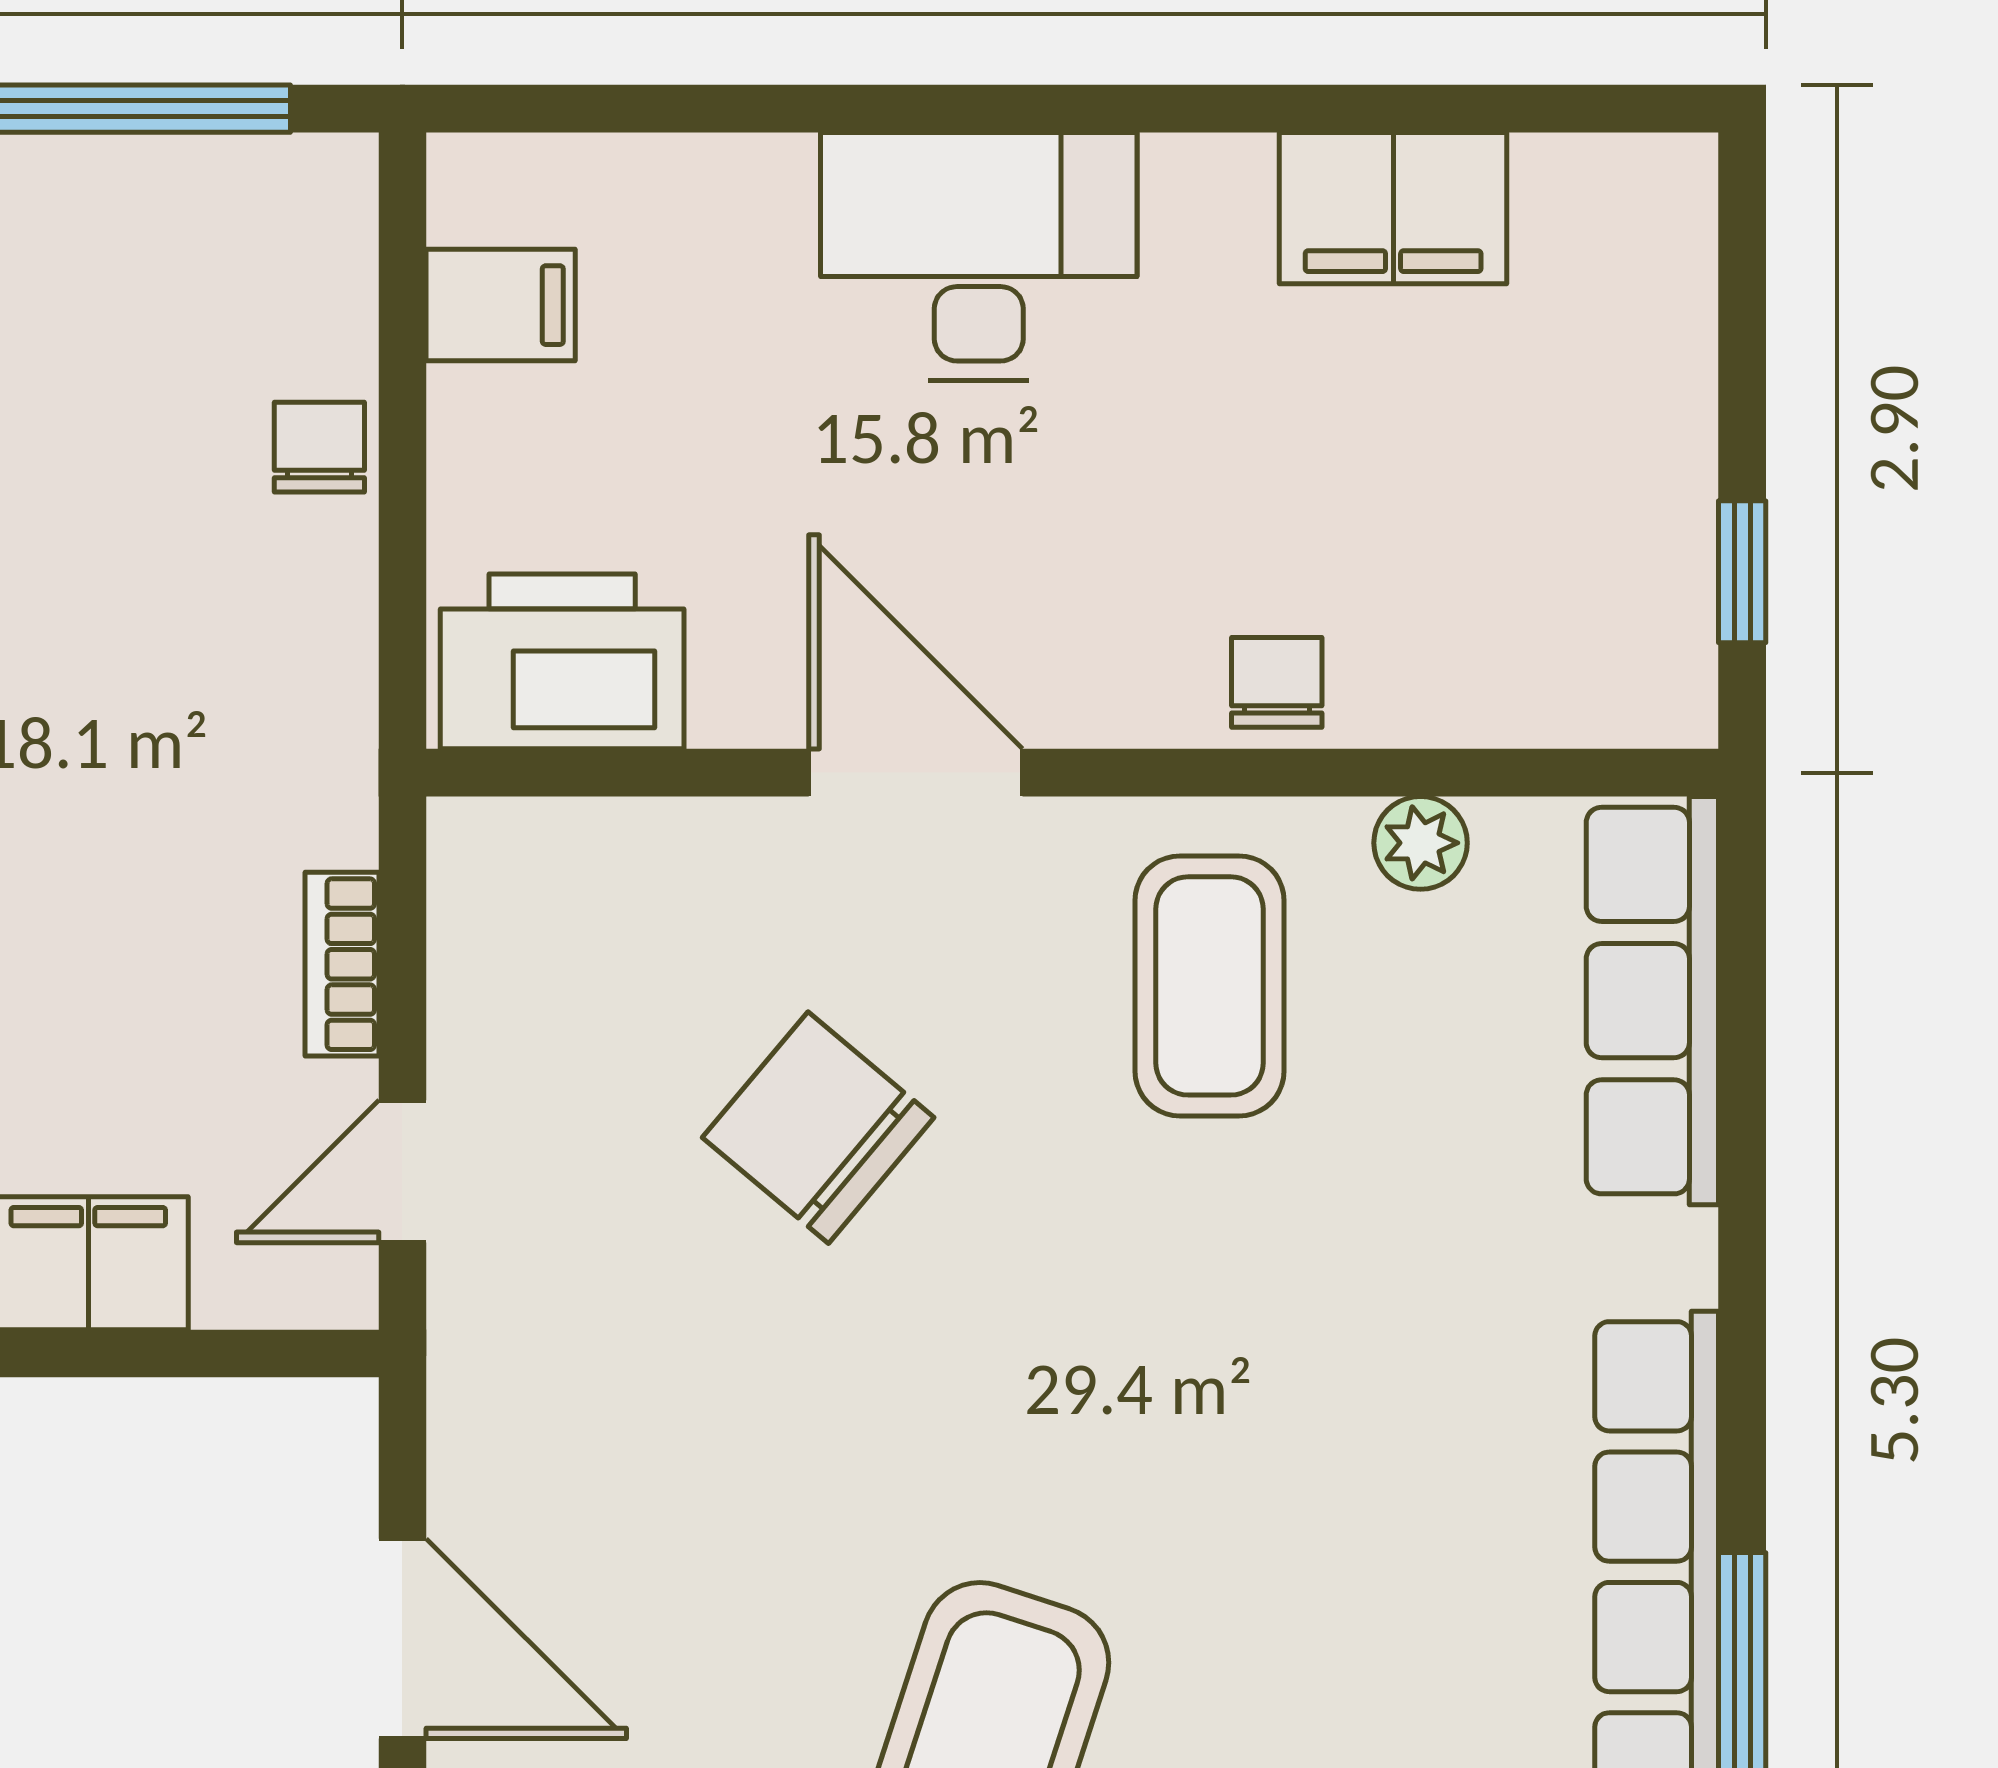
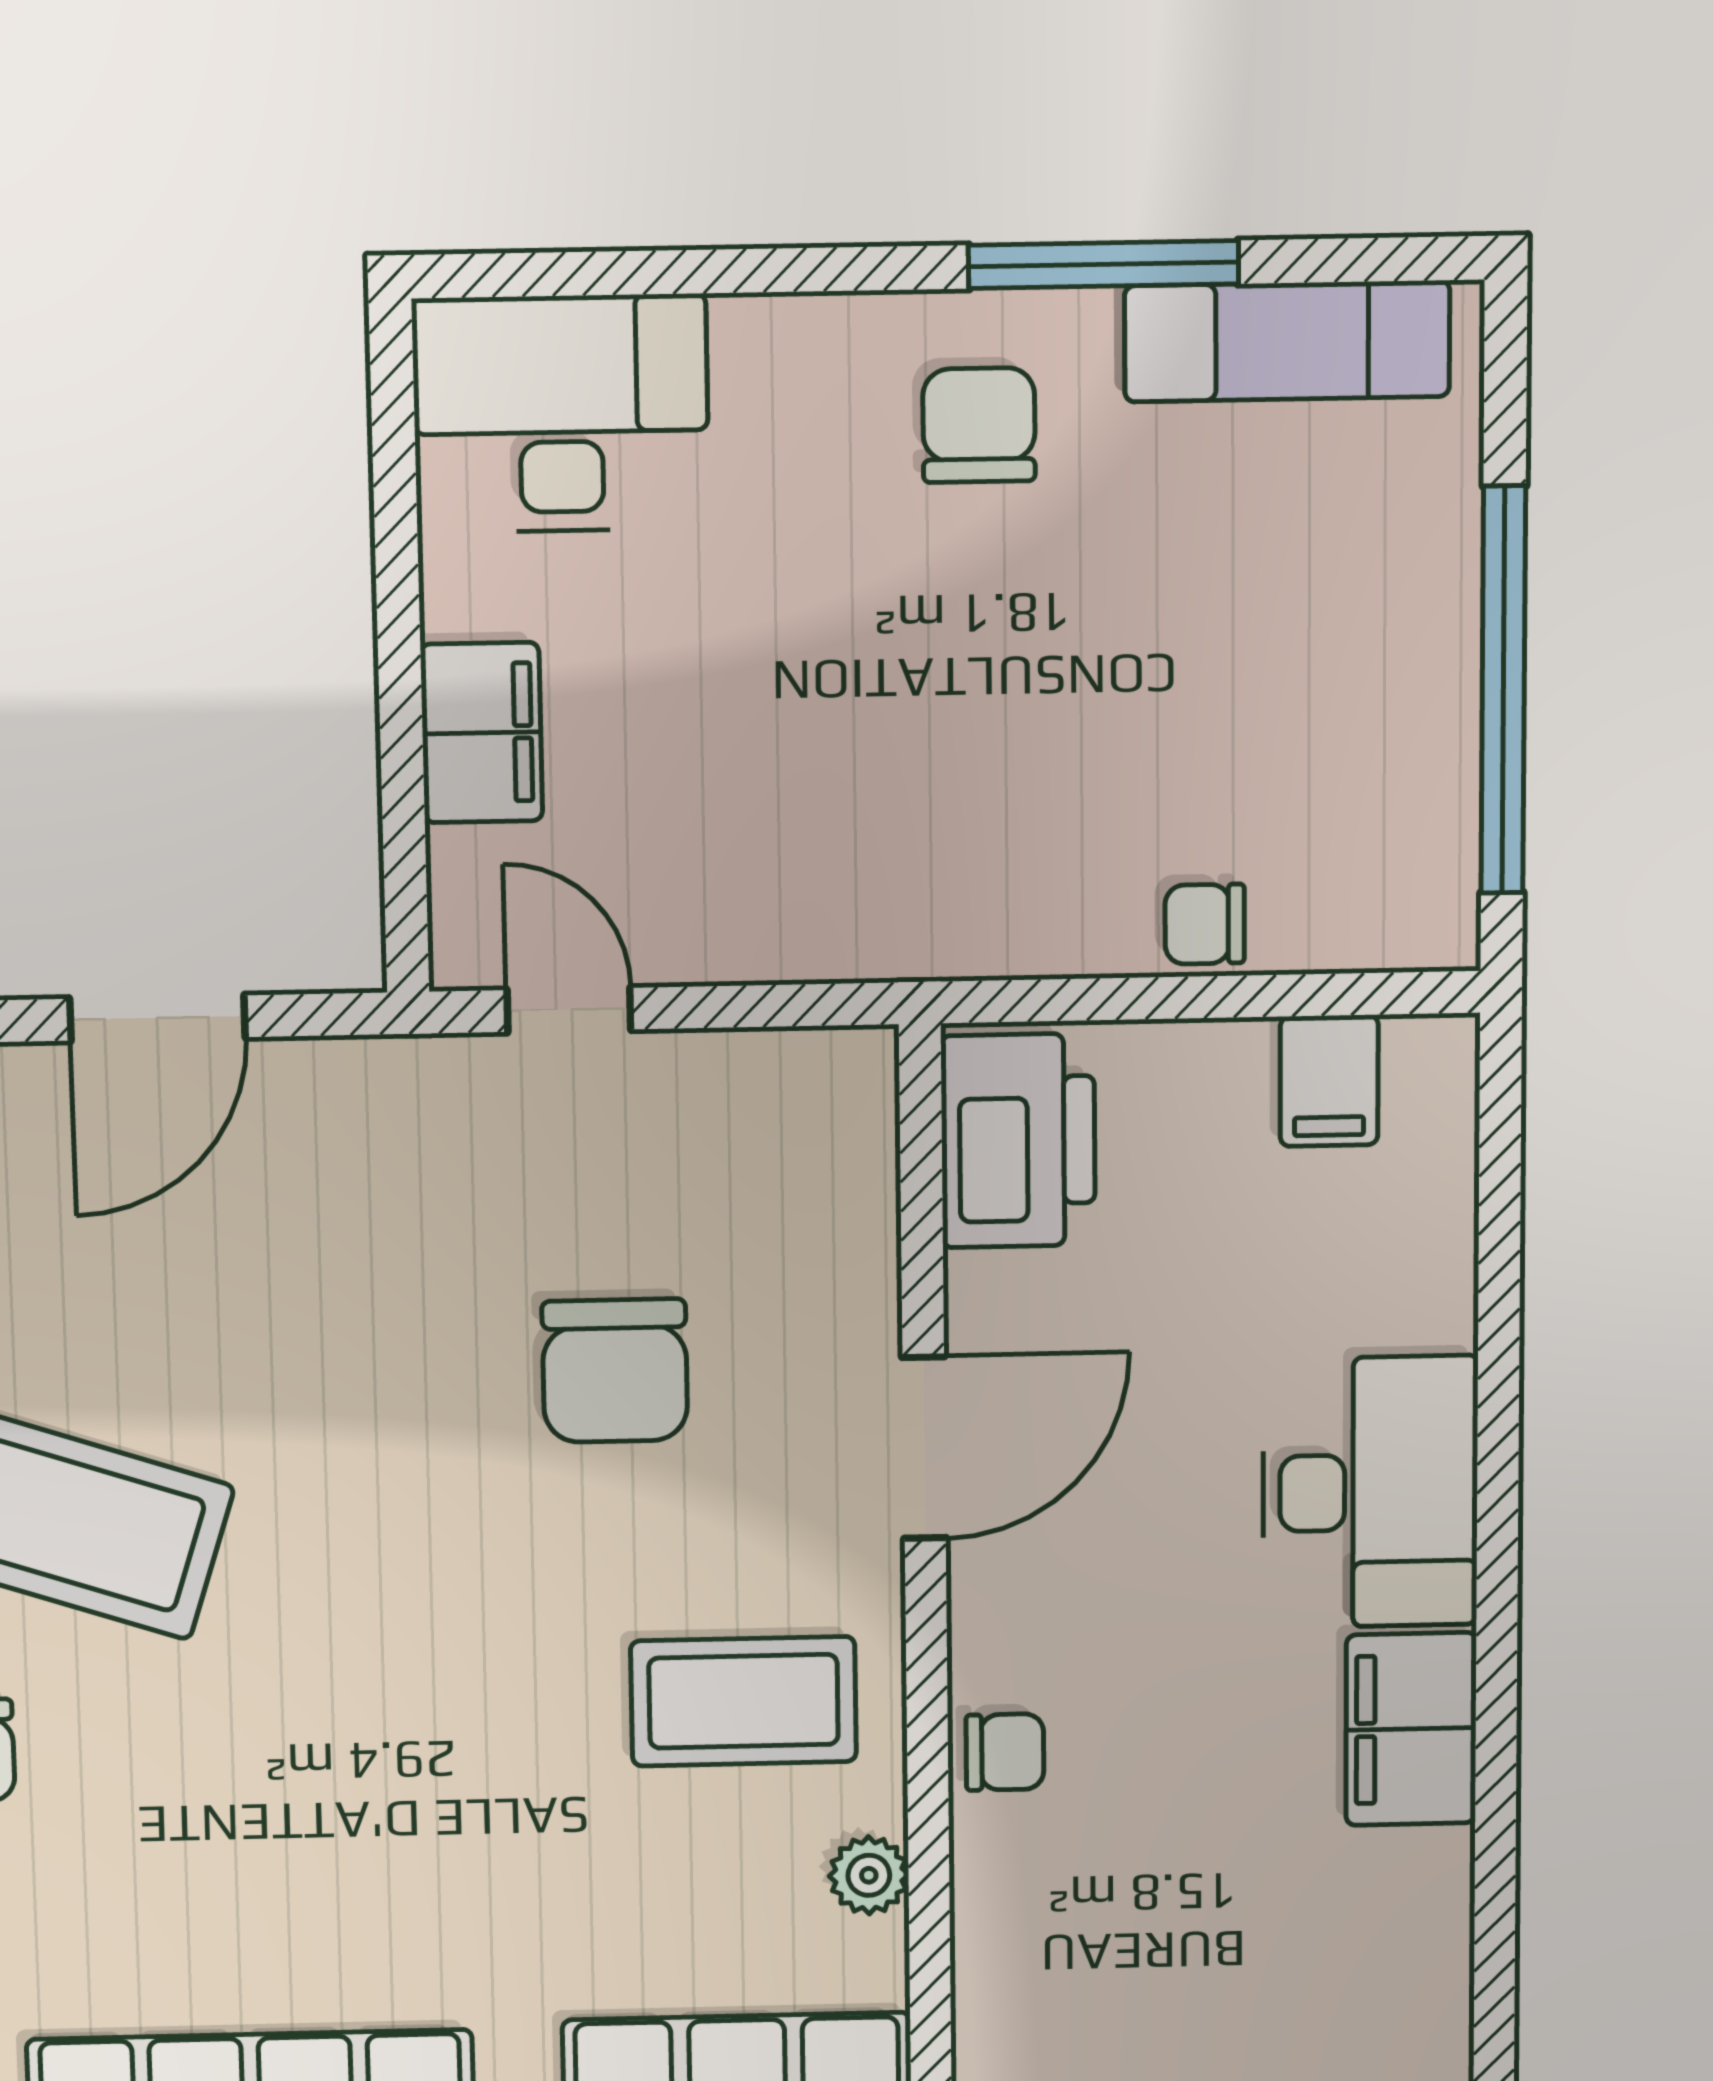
filing cabinet: (1393, 208) -> (1411, 1729), moved
chair: (319, 447) -> (1205, 924), turned 180
bookcase: (342, 964) -> (750, 953), removed
chair: (818, 1128) -> (615, 1371), turned 140

